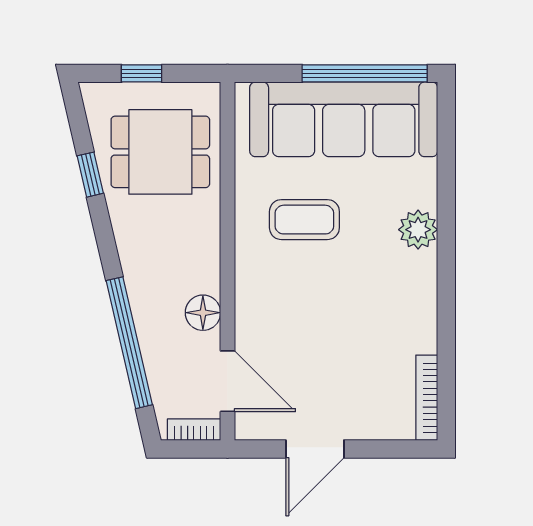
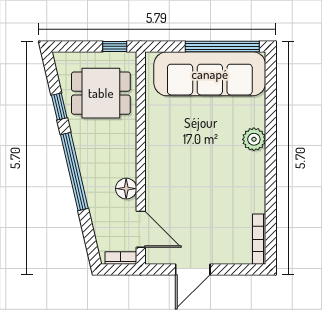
window: (142, 73) -> (115, 46), moved
coffee table: (304, 220) -> (186, 133), removed
window: (129, 343) -> (74, 172), moved

